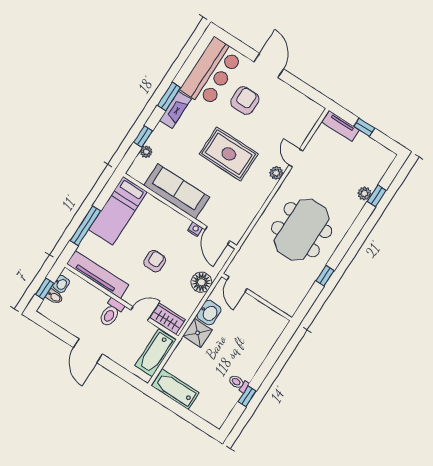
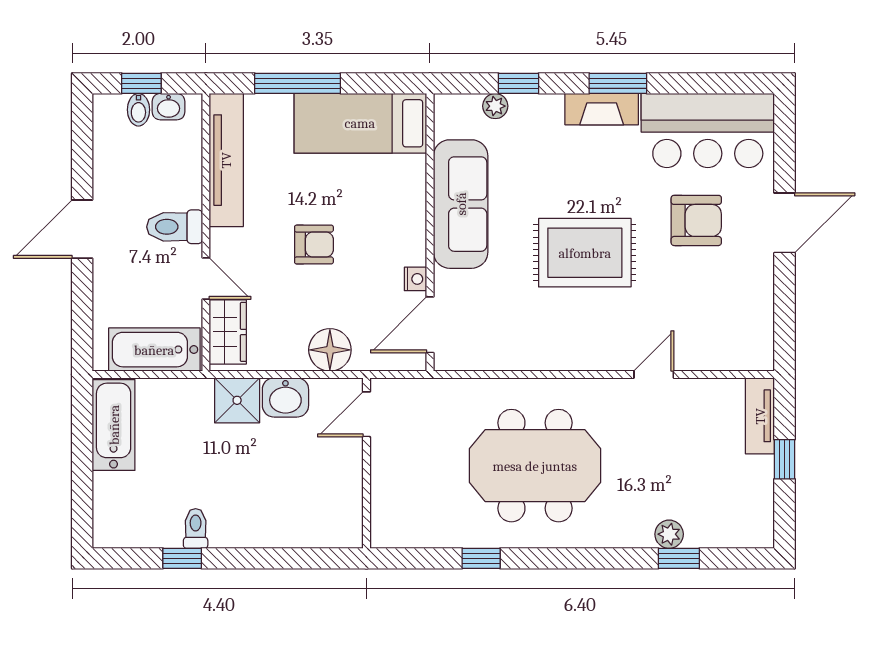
rug: (229, 154) -> (585, 253), turned 90
plant: (276, 173) -> (605, 357), removed

